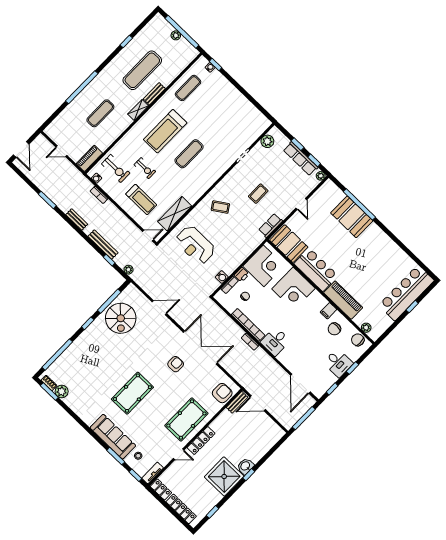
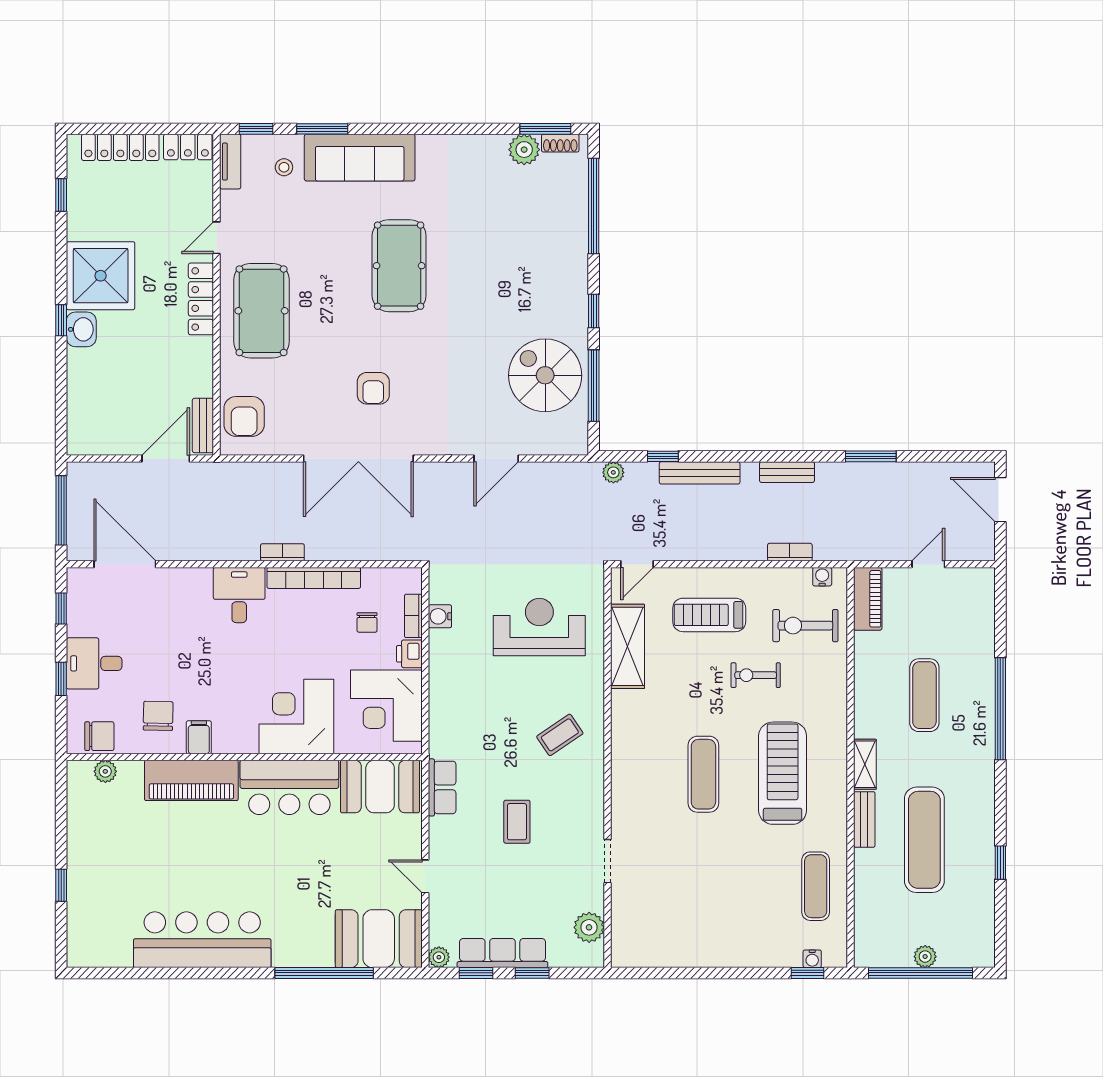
booth: (352, 217) -> (379, 939), moved
bar counter: (406, 293) -> (202, 940), moved, turned -90

